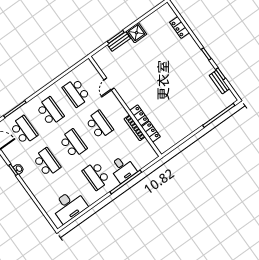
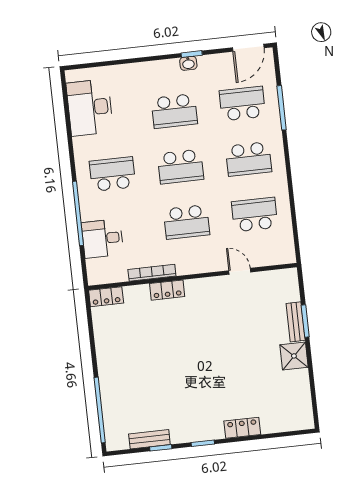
locker: (180, 27) -> (242, 428), moved
school desk: (24, 130) -> (242, 104), turned 180
locker: (151, 132) -> (106, 297), moved
desk: (123, 169) -> (103, 239), moved

